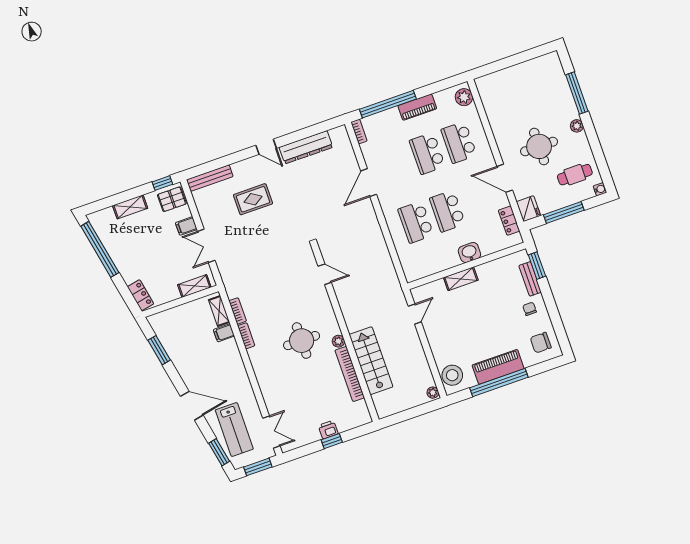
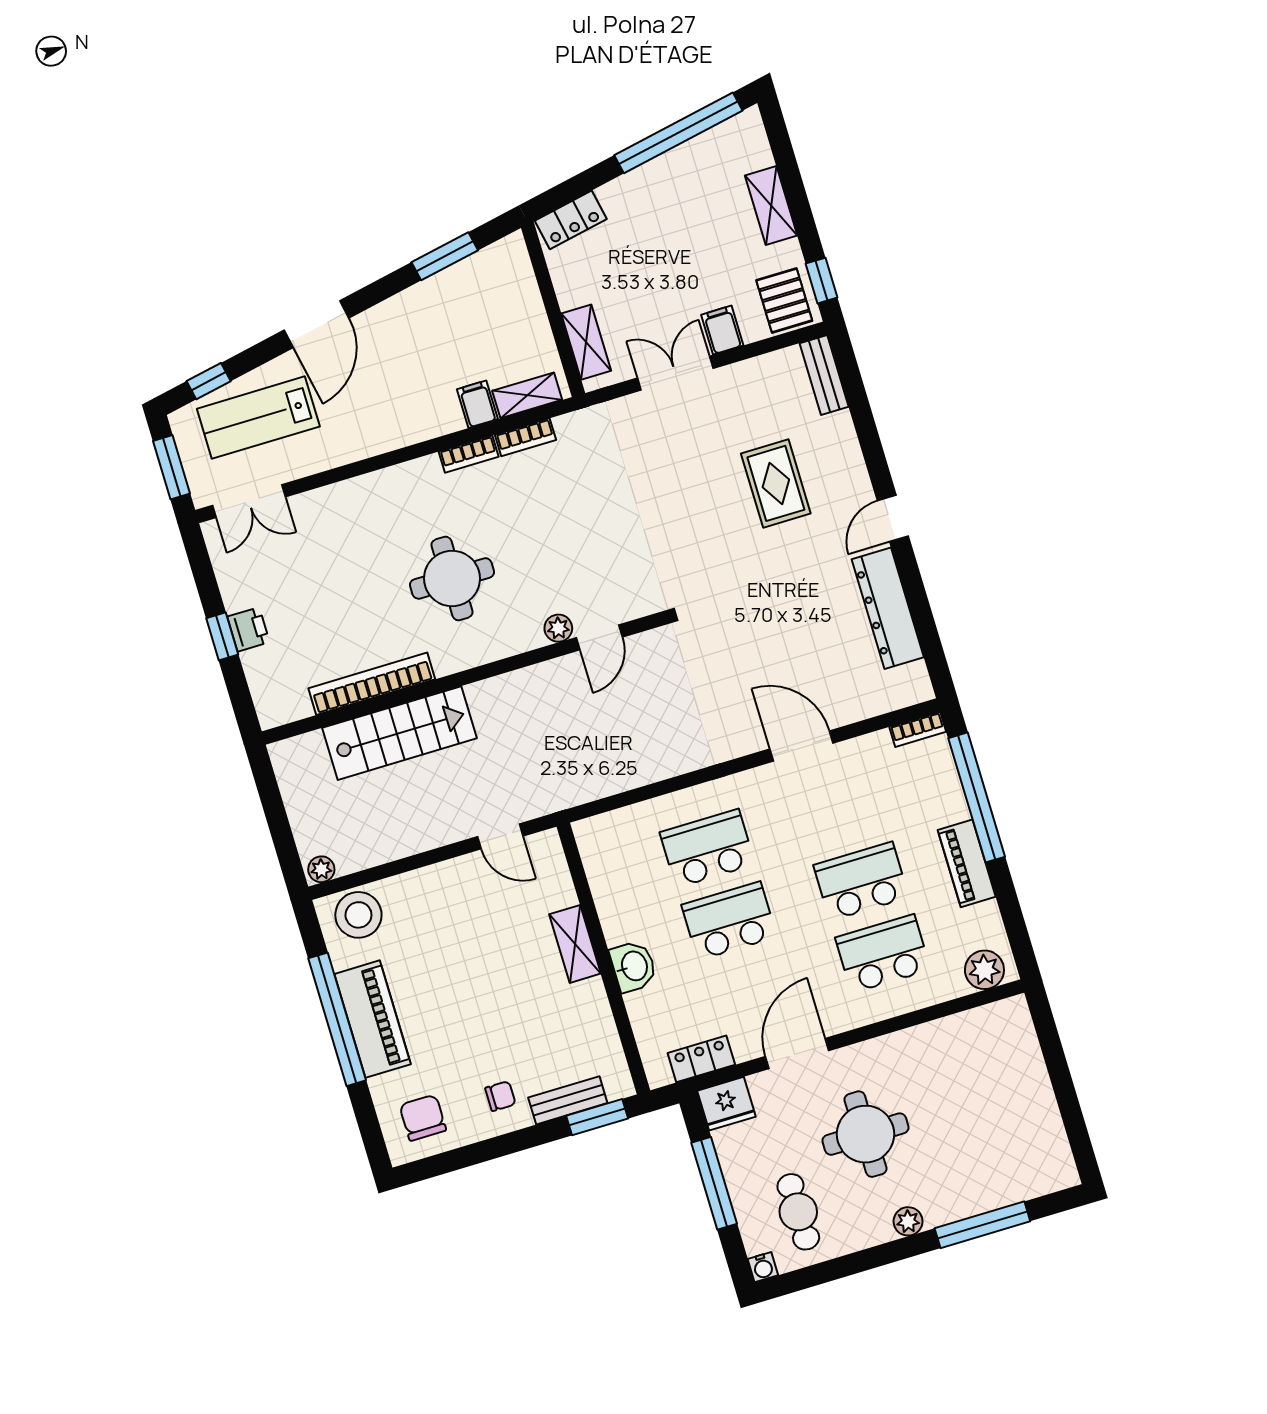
bench: (210, 178) -> (824, 375), width x0.73
plant: (338, 341) -> (558, 628), moved
window: (219, 452) -> (209, 381), width x0.67

